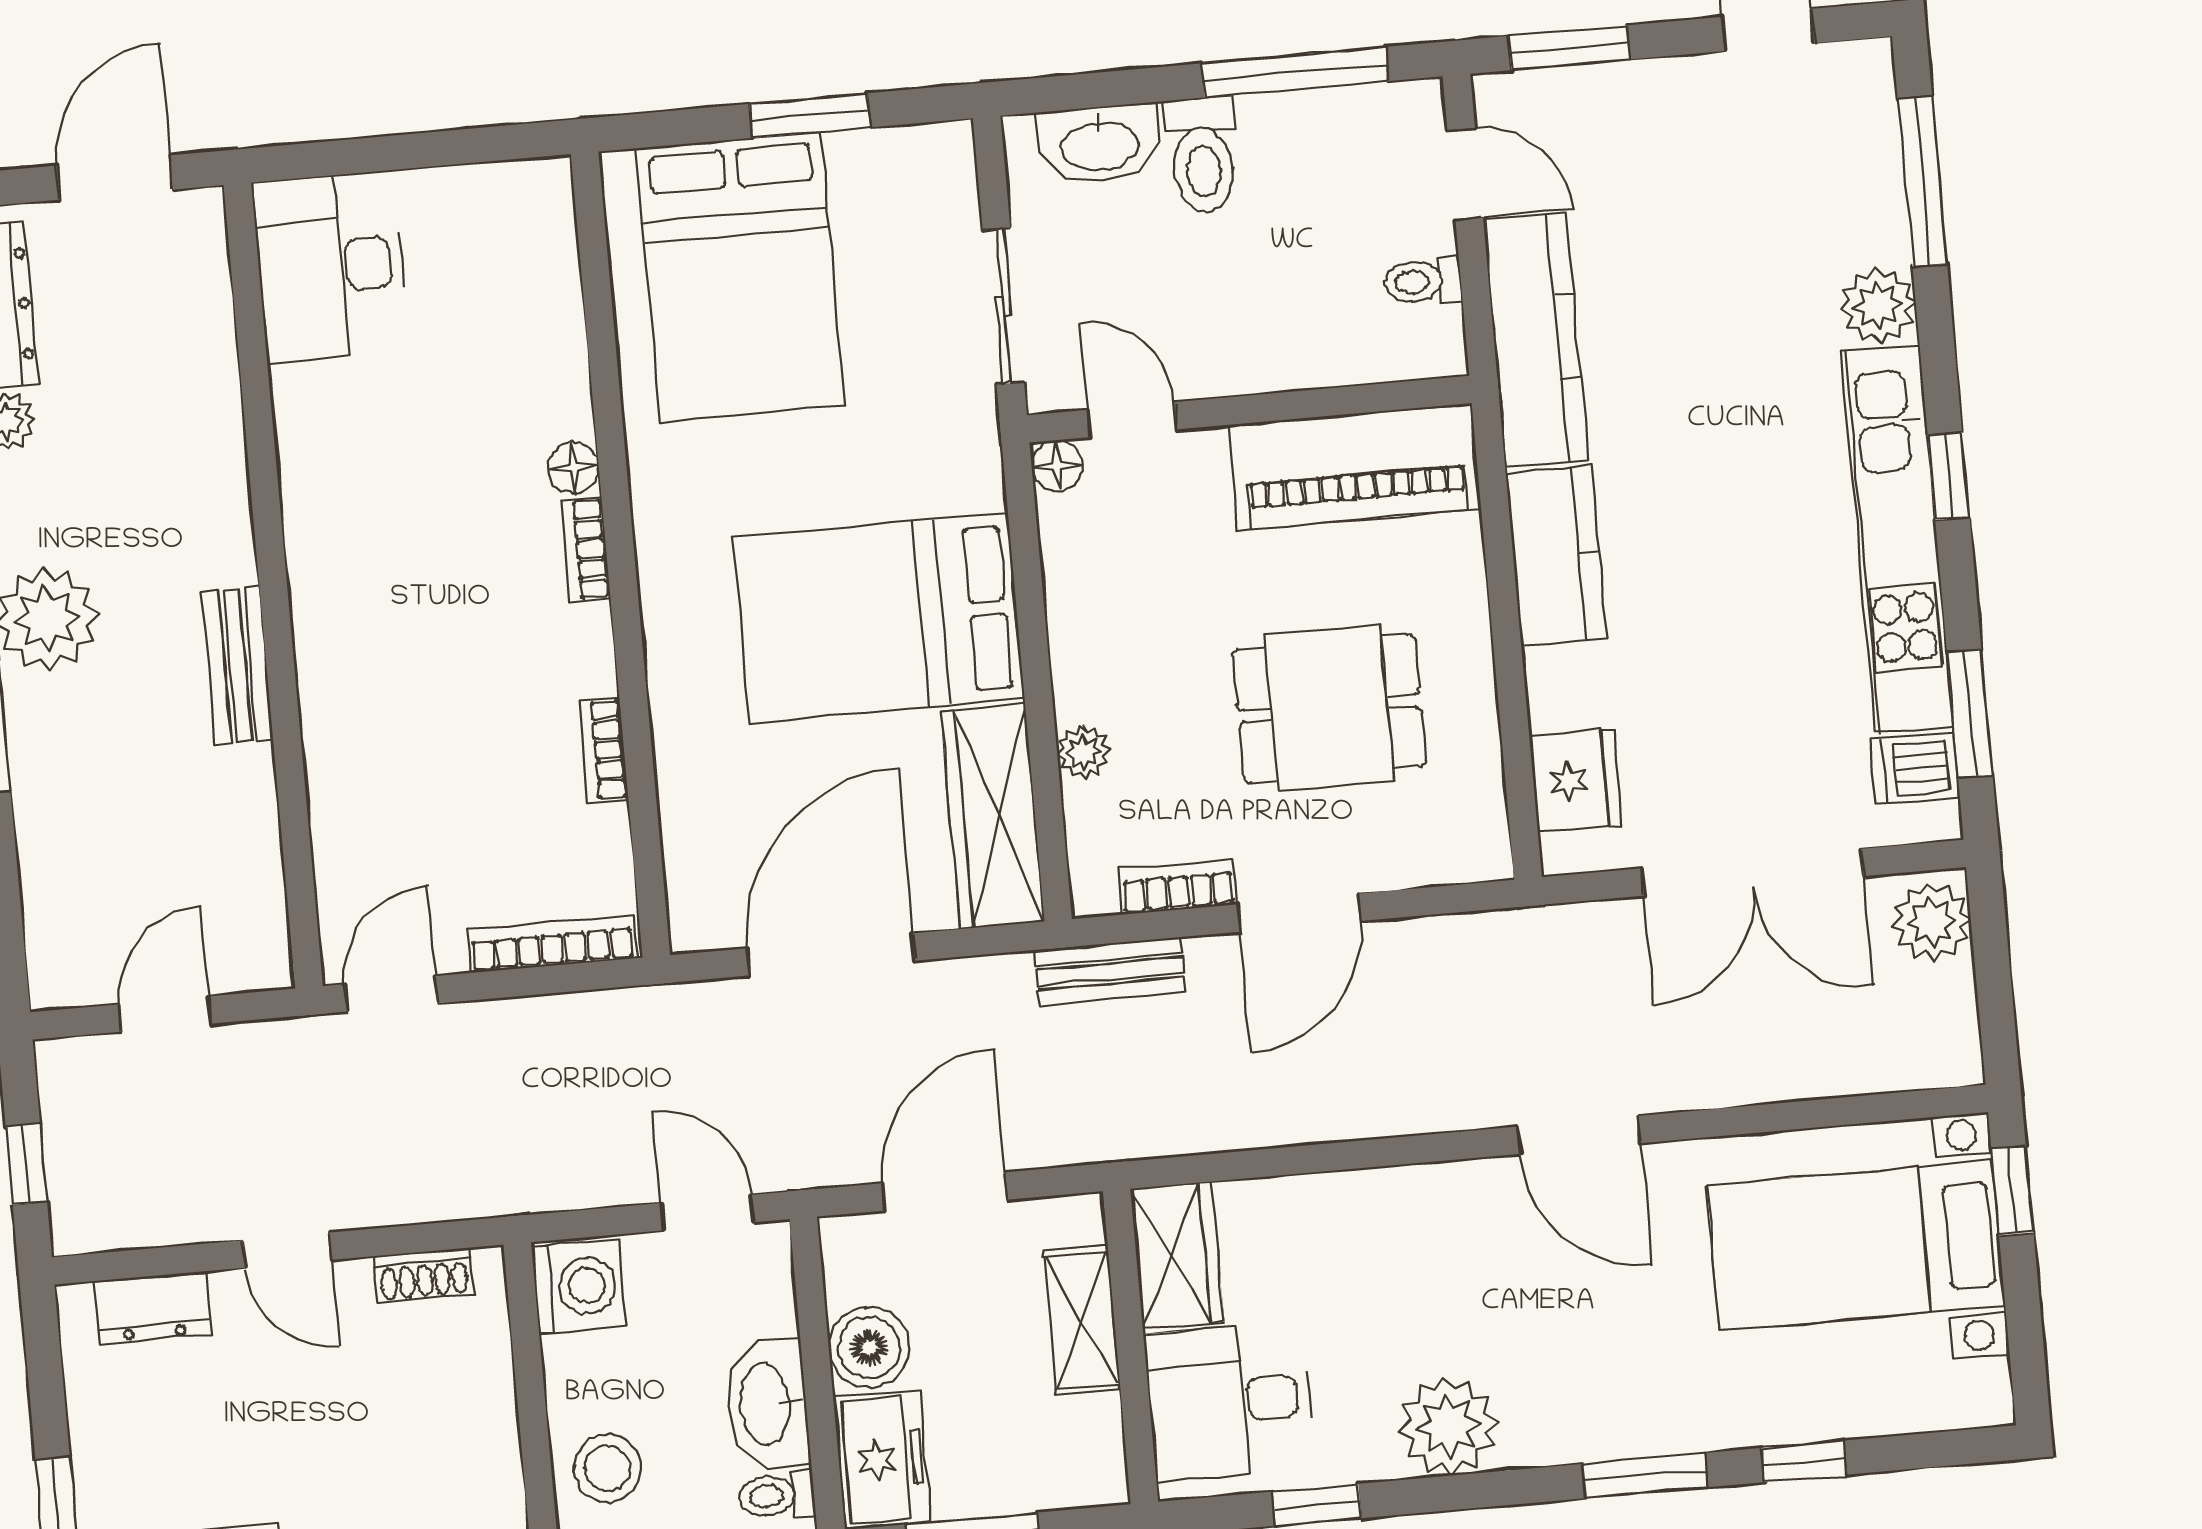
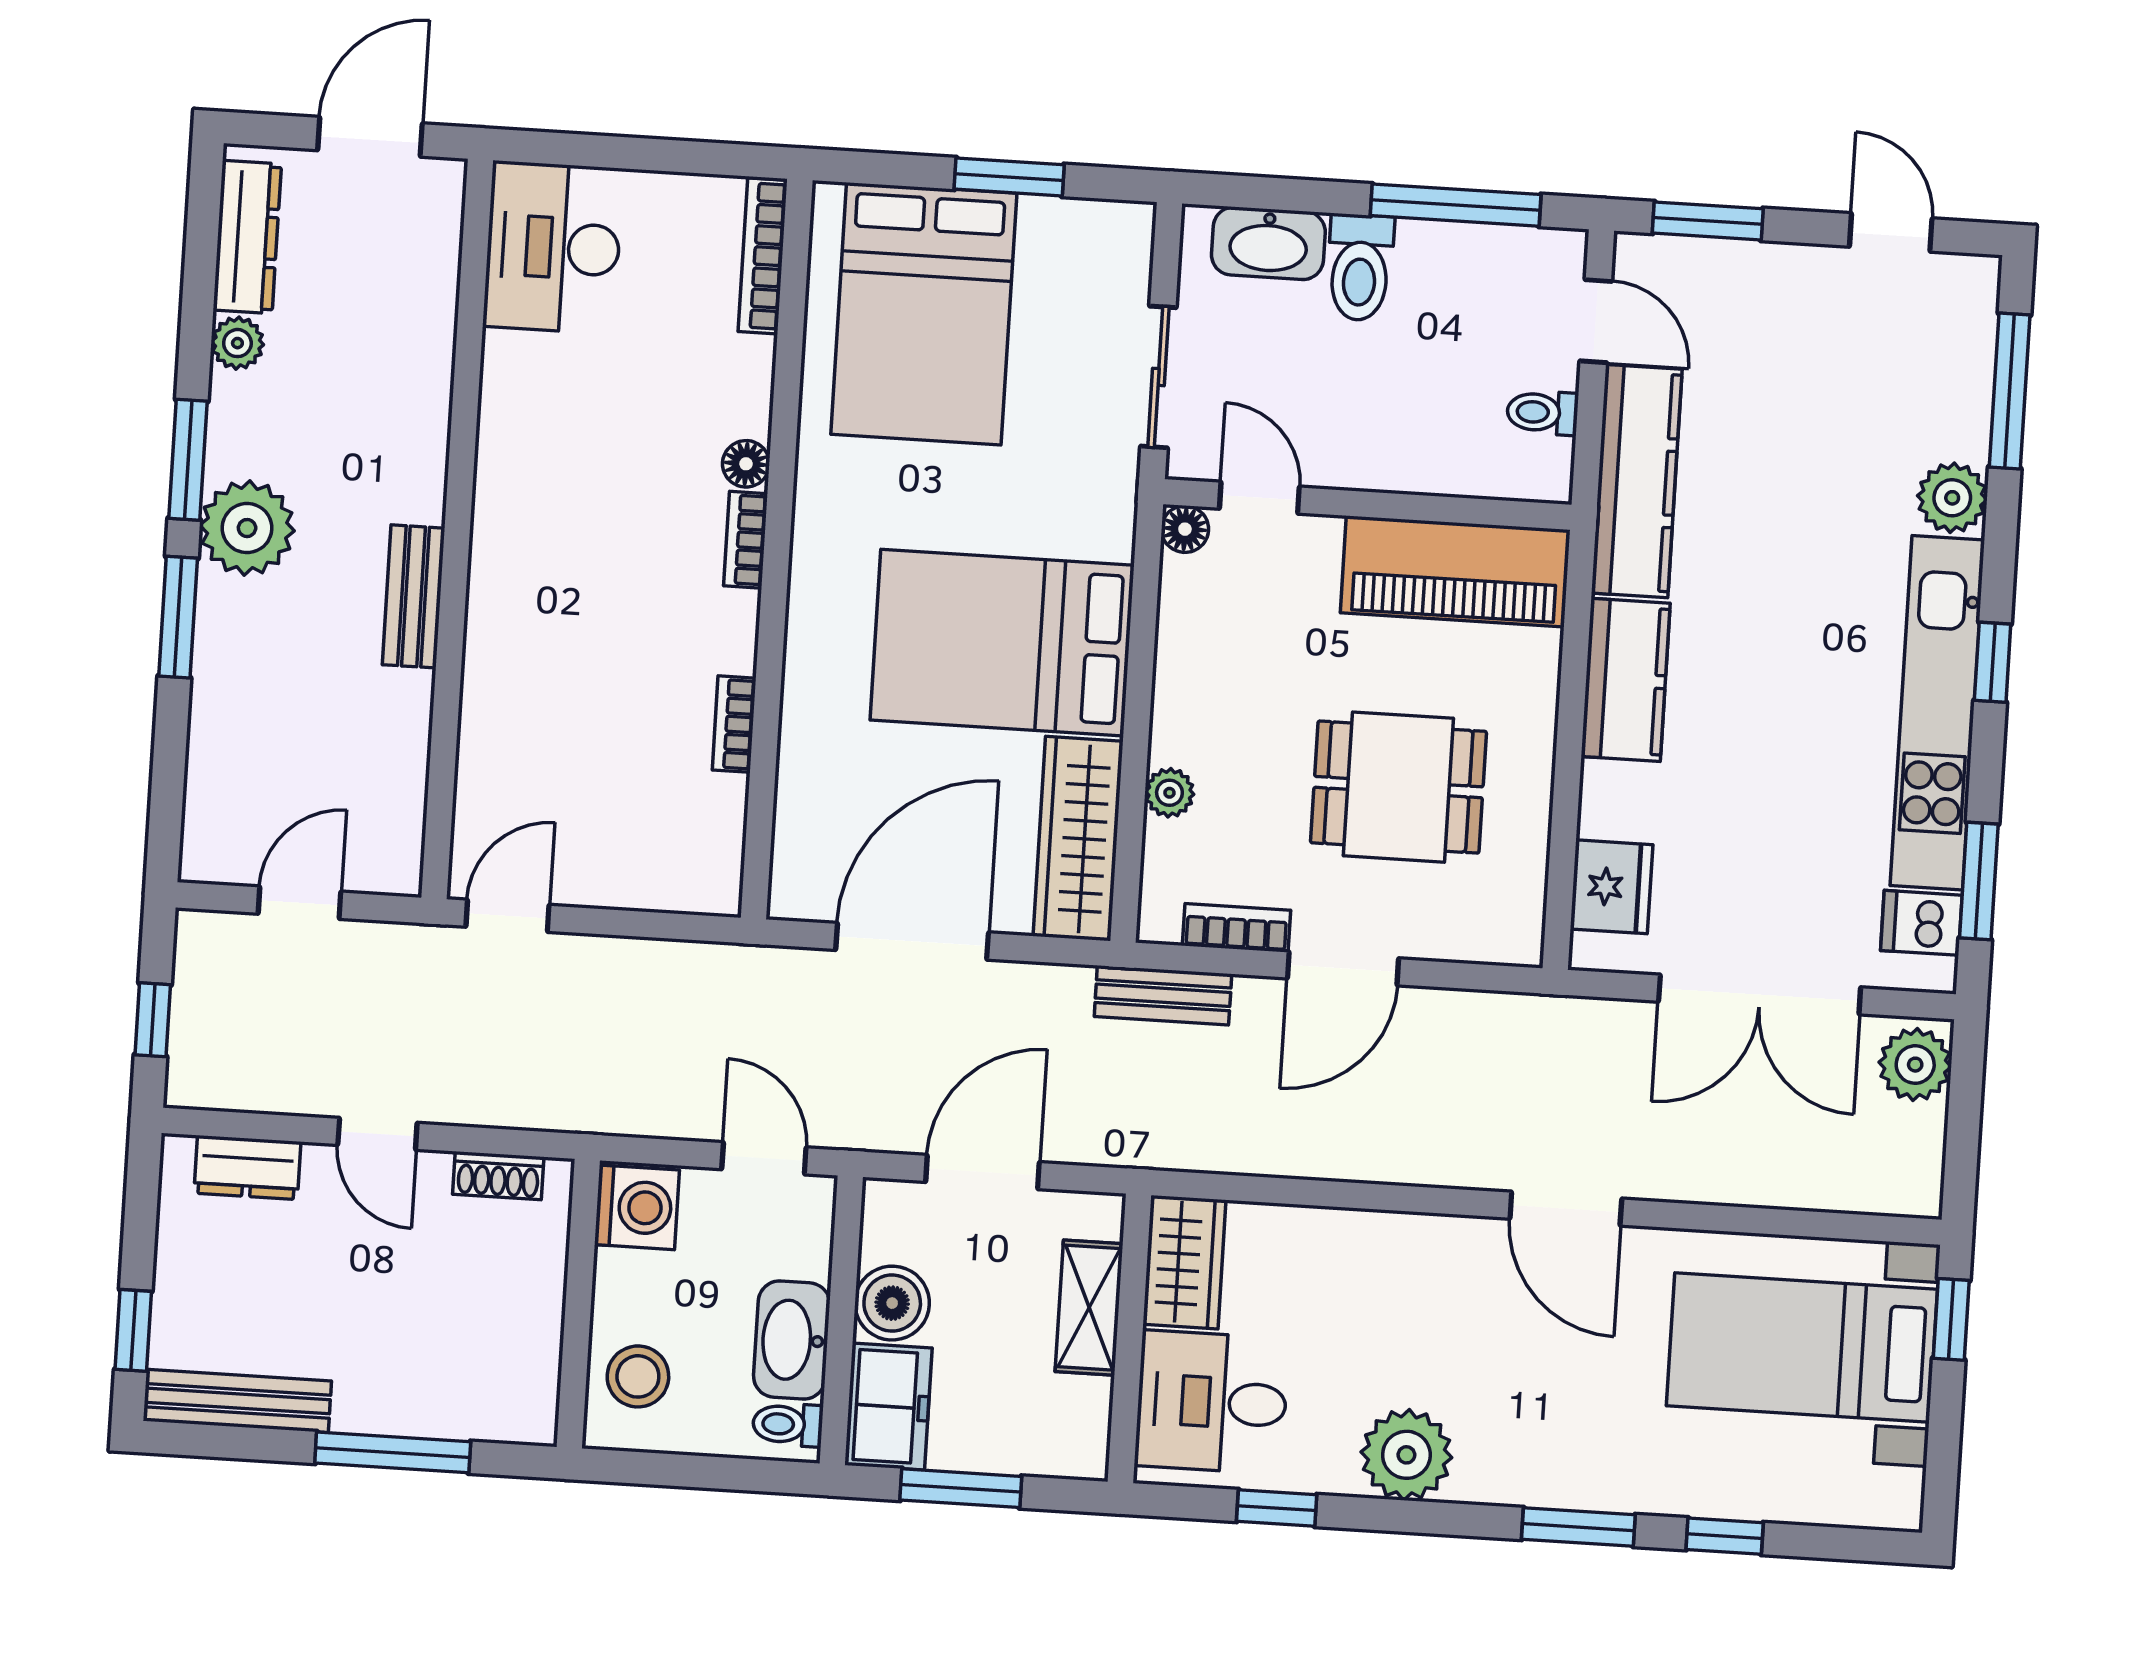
bookcase: (552, 944) -> (763, 256), moved, turned -90

